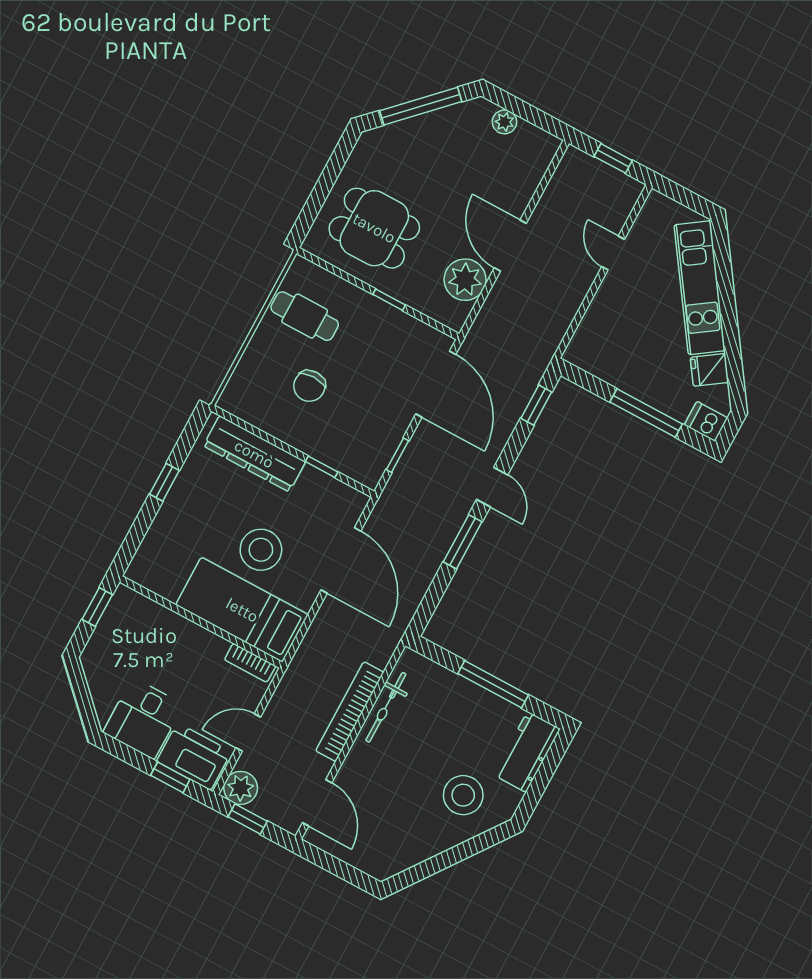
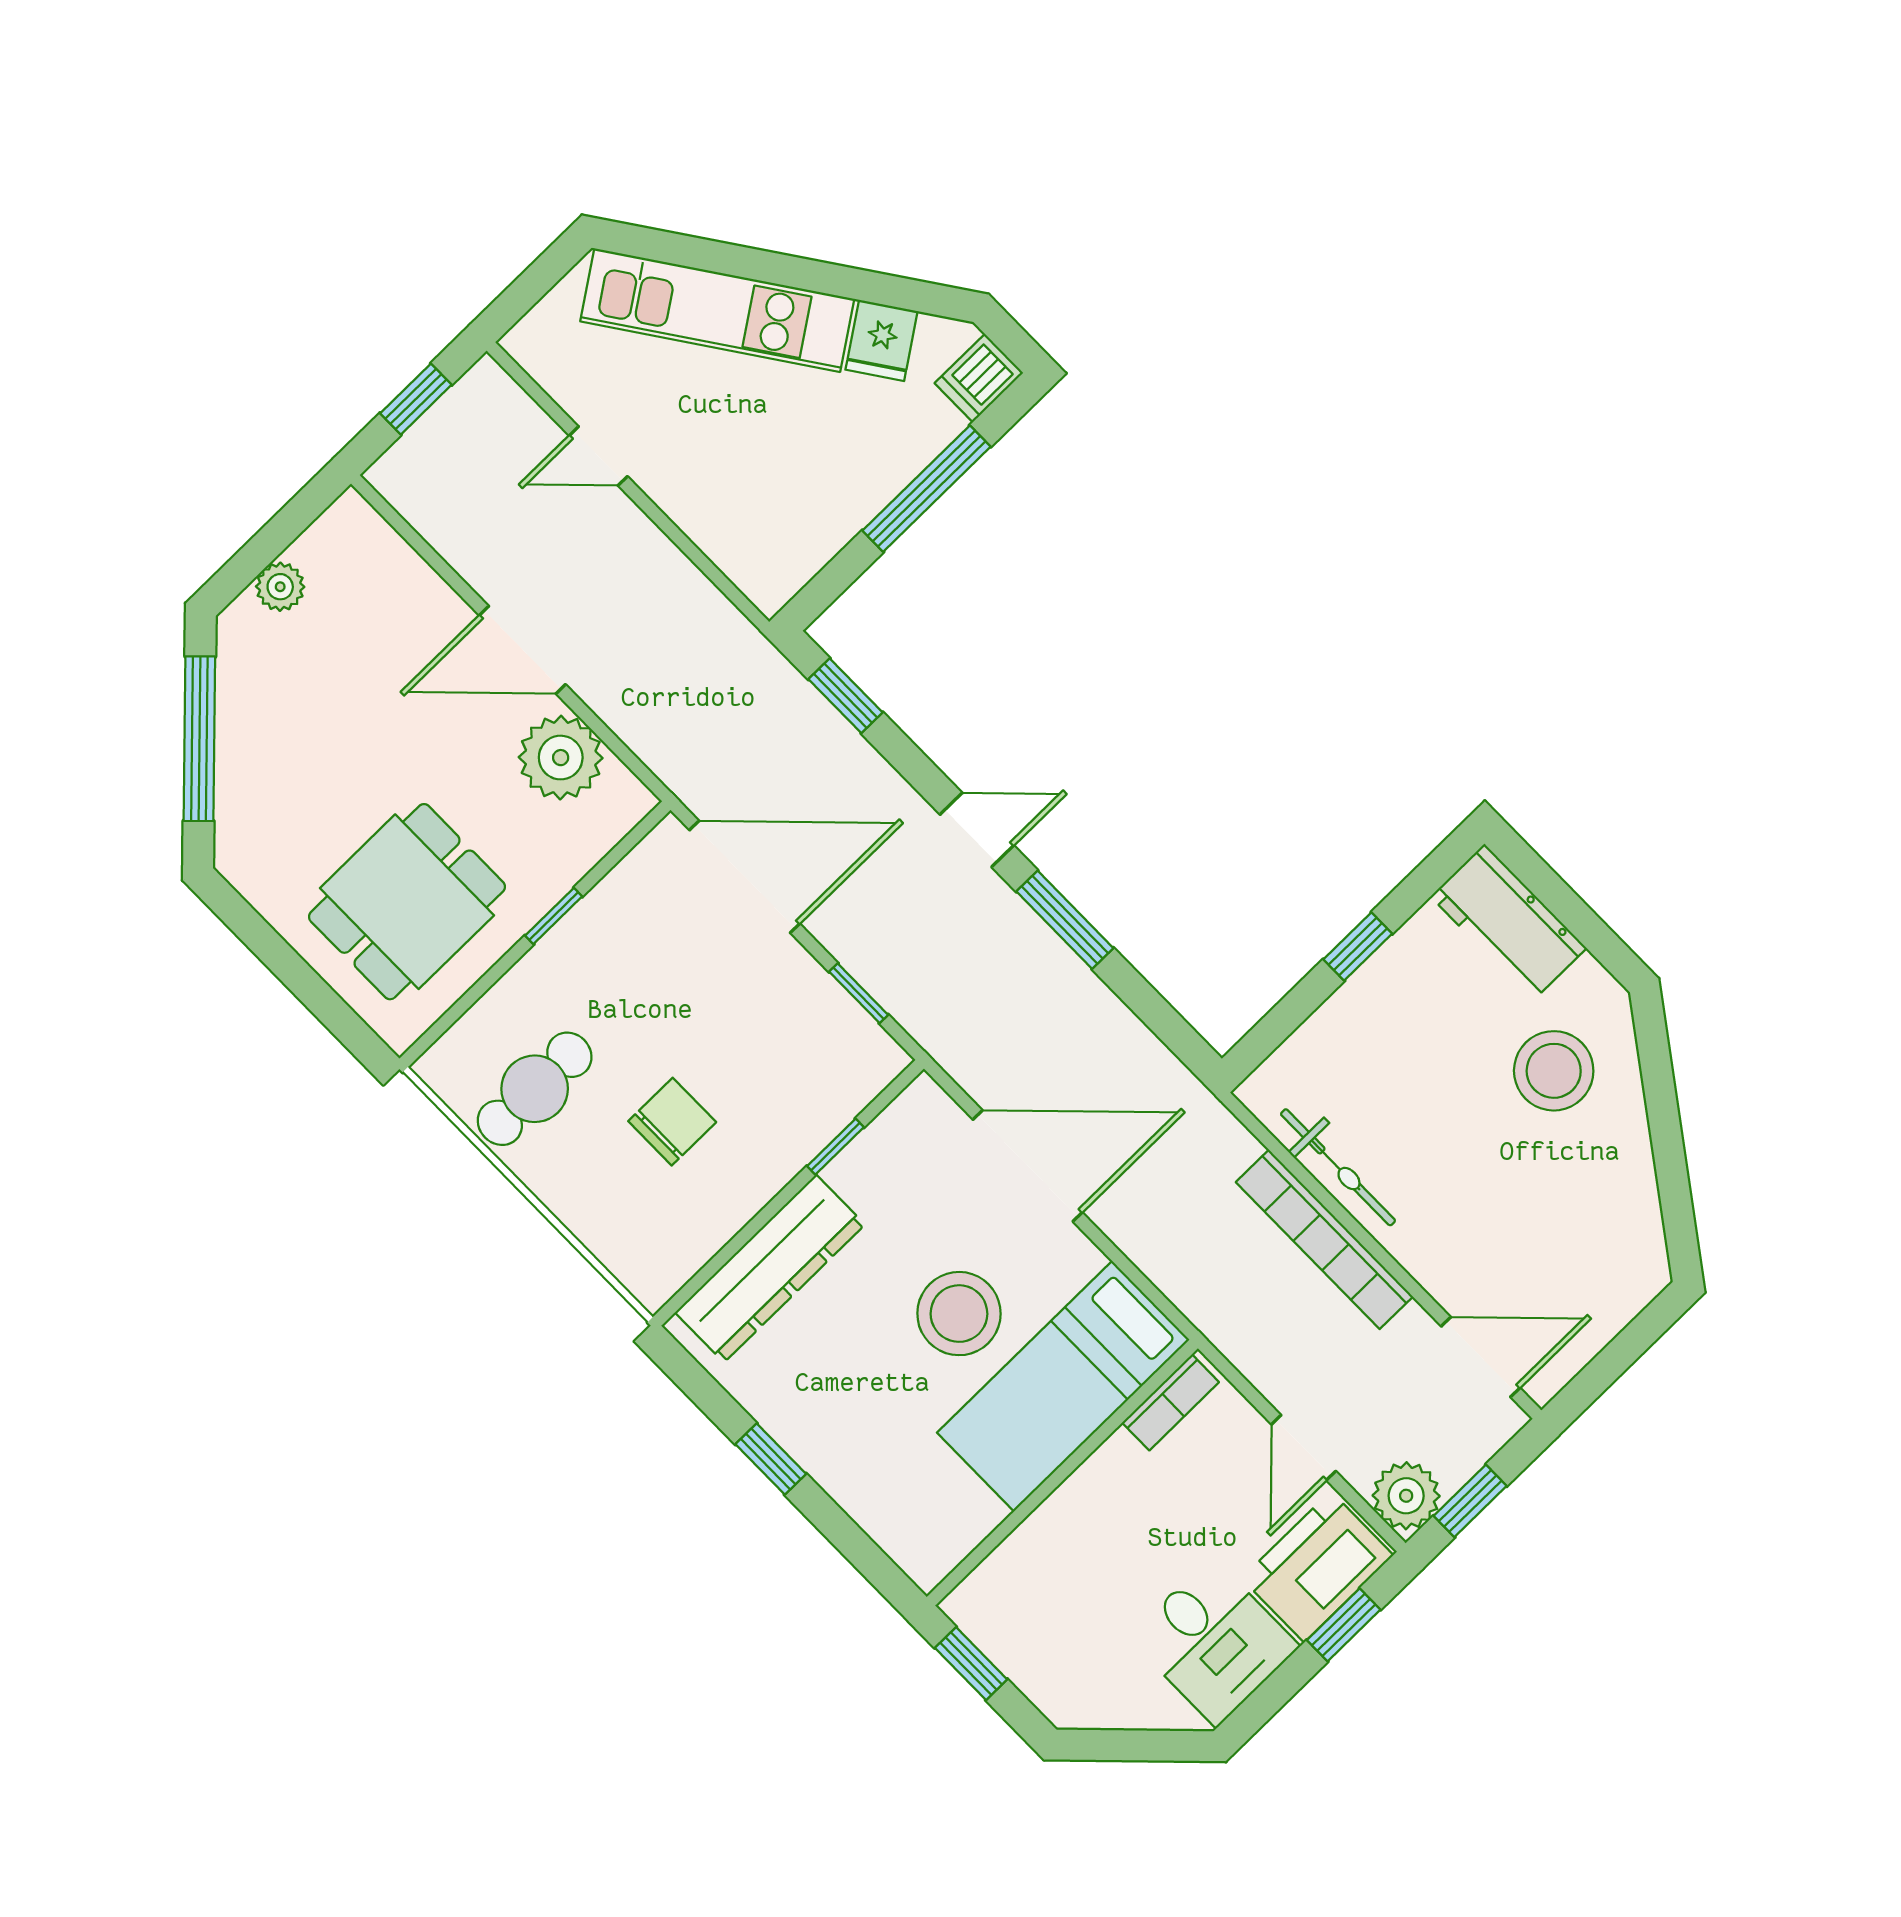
chair: (309, 386) -> (672, 1122), turned -90
window: (493, 684) -> (1358, 947), width x0.46

